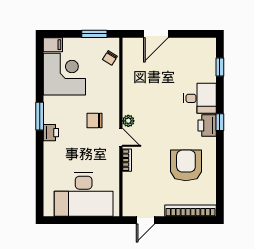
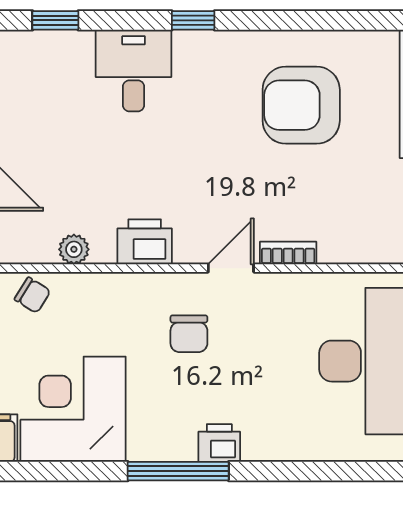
window: (40, 116) -> (178, 471), width x1.44
plant: (128, 121) -> (74, 249), moved
printer: (207, 126) -> (145, 242), moved, turned 180

